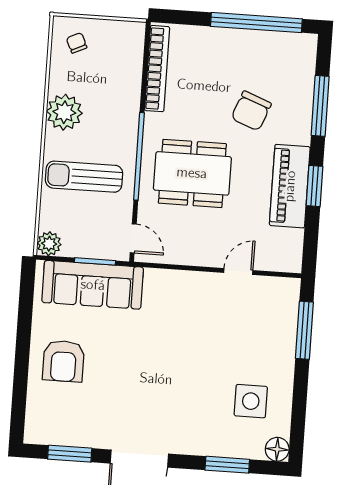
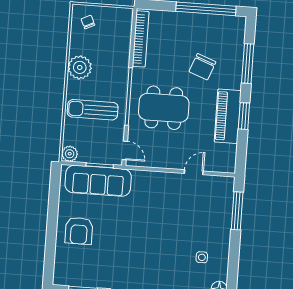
side table: (251, 401) -> (202, 257), width x0.54, depth x0.54

